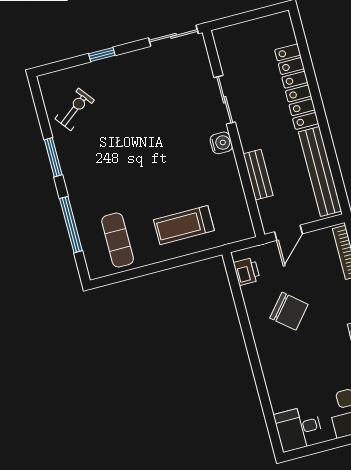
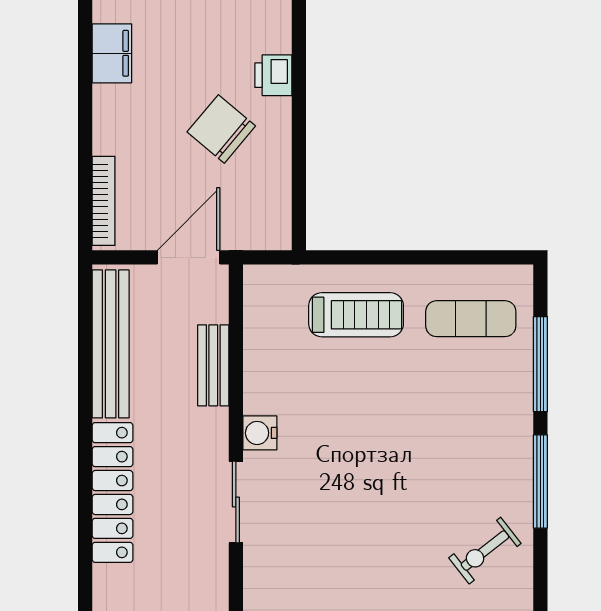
window: (53, 157) -> (540, 481), width x1.44
door: (288, 233) -> (189, 257), width x1.38
exercise mat: (118, 240) -> (471, 319), turned 90
printer: (247, 271) -> (273, 75), moved

